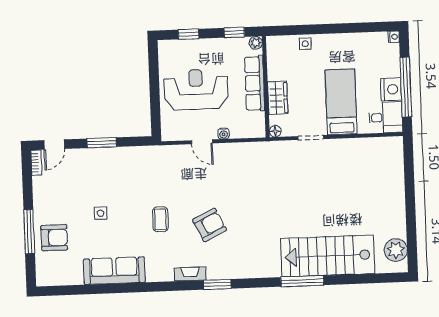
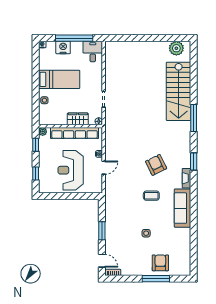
row of seats: (255, 83) -> (75, 133), width x1.36
nightstand: (391, 89) -> (63, 47), moved
bed: (341, 102) -> (59, 79), moved, turned 180
sofa: (114, 271) -> (183, 208), moved
window: (302, 281) -> (194, 118), moved

